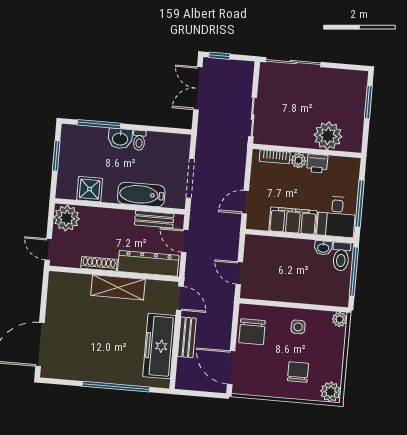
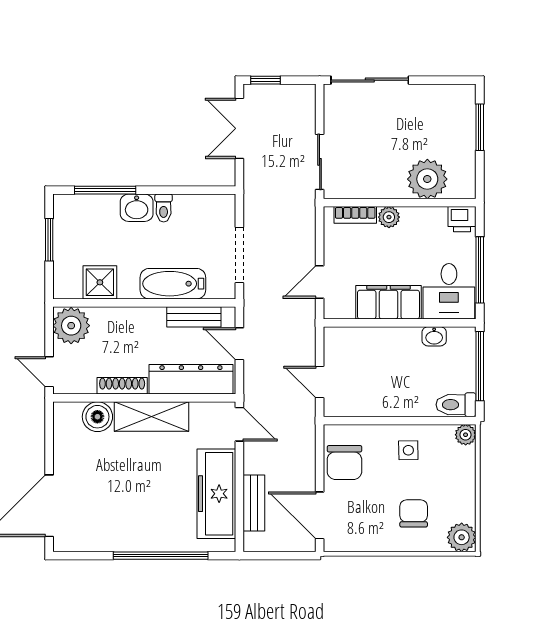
printer: (317, 163) -> (462, 219), moved
toilet: (341, 257) -> (456, 405), moved, turned 90
boiler: (80, 284) -> (97, 417), added
bench: (187, 337) -> (254, 503), moved

